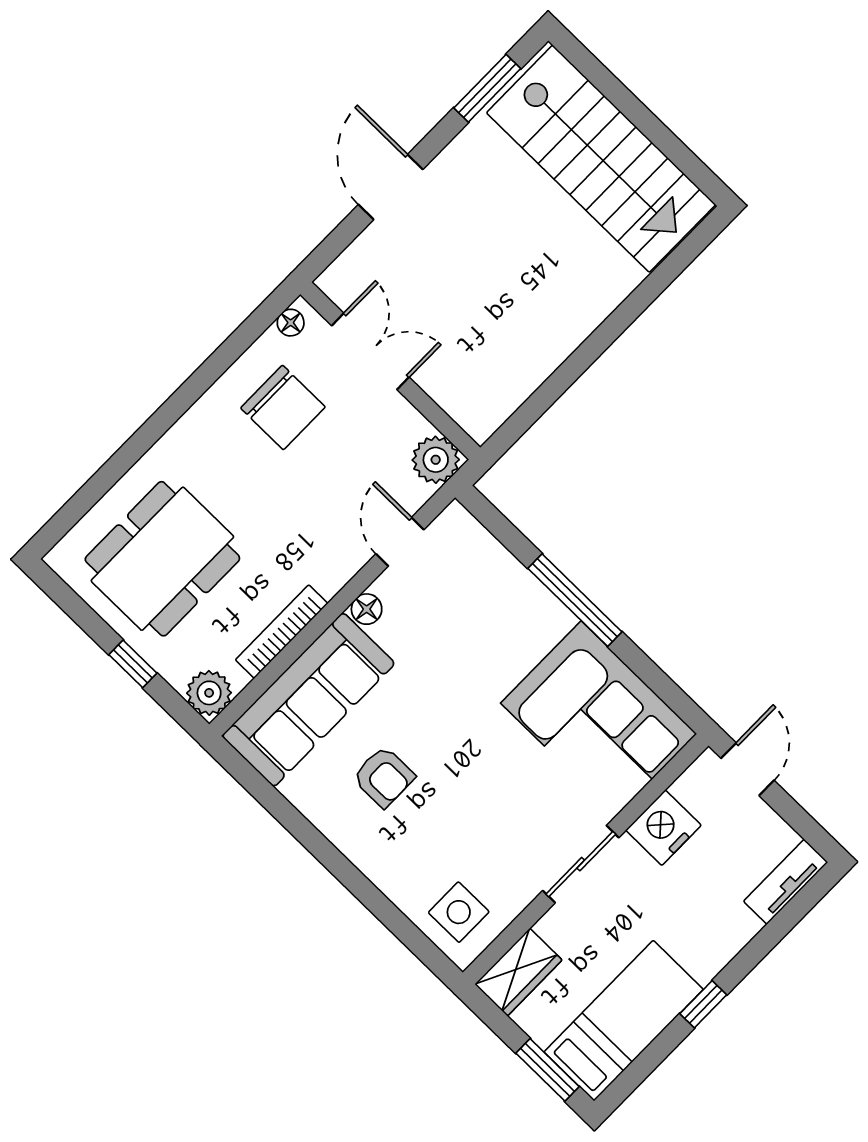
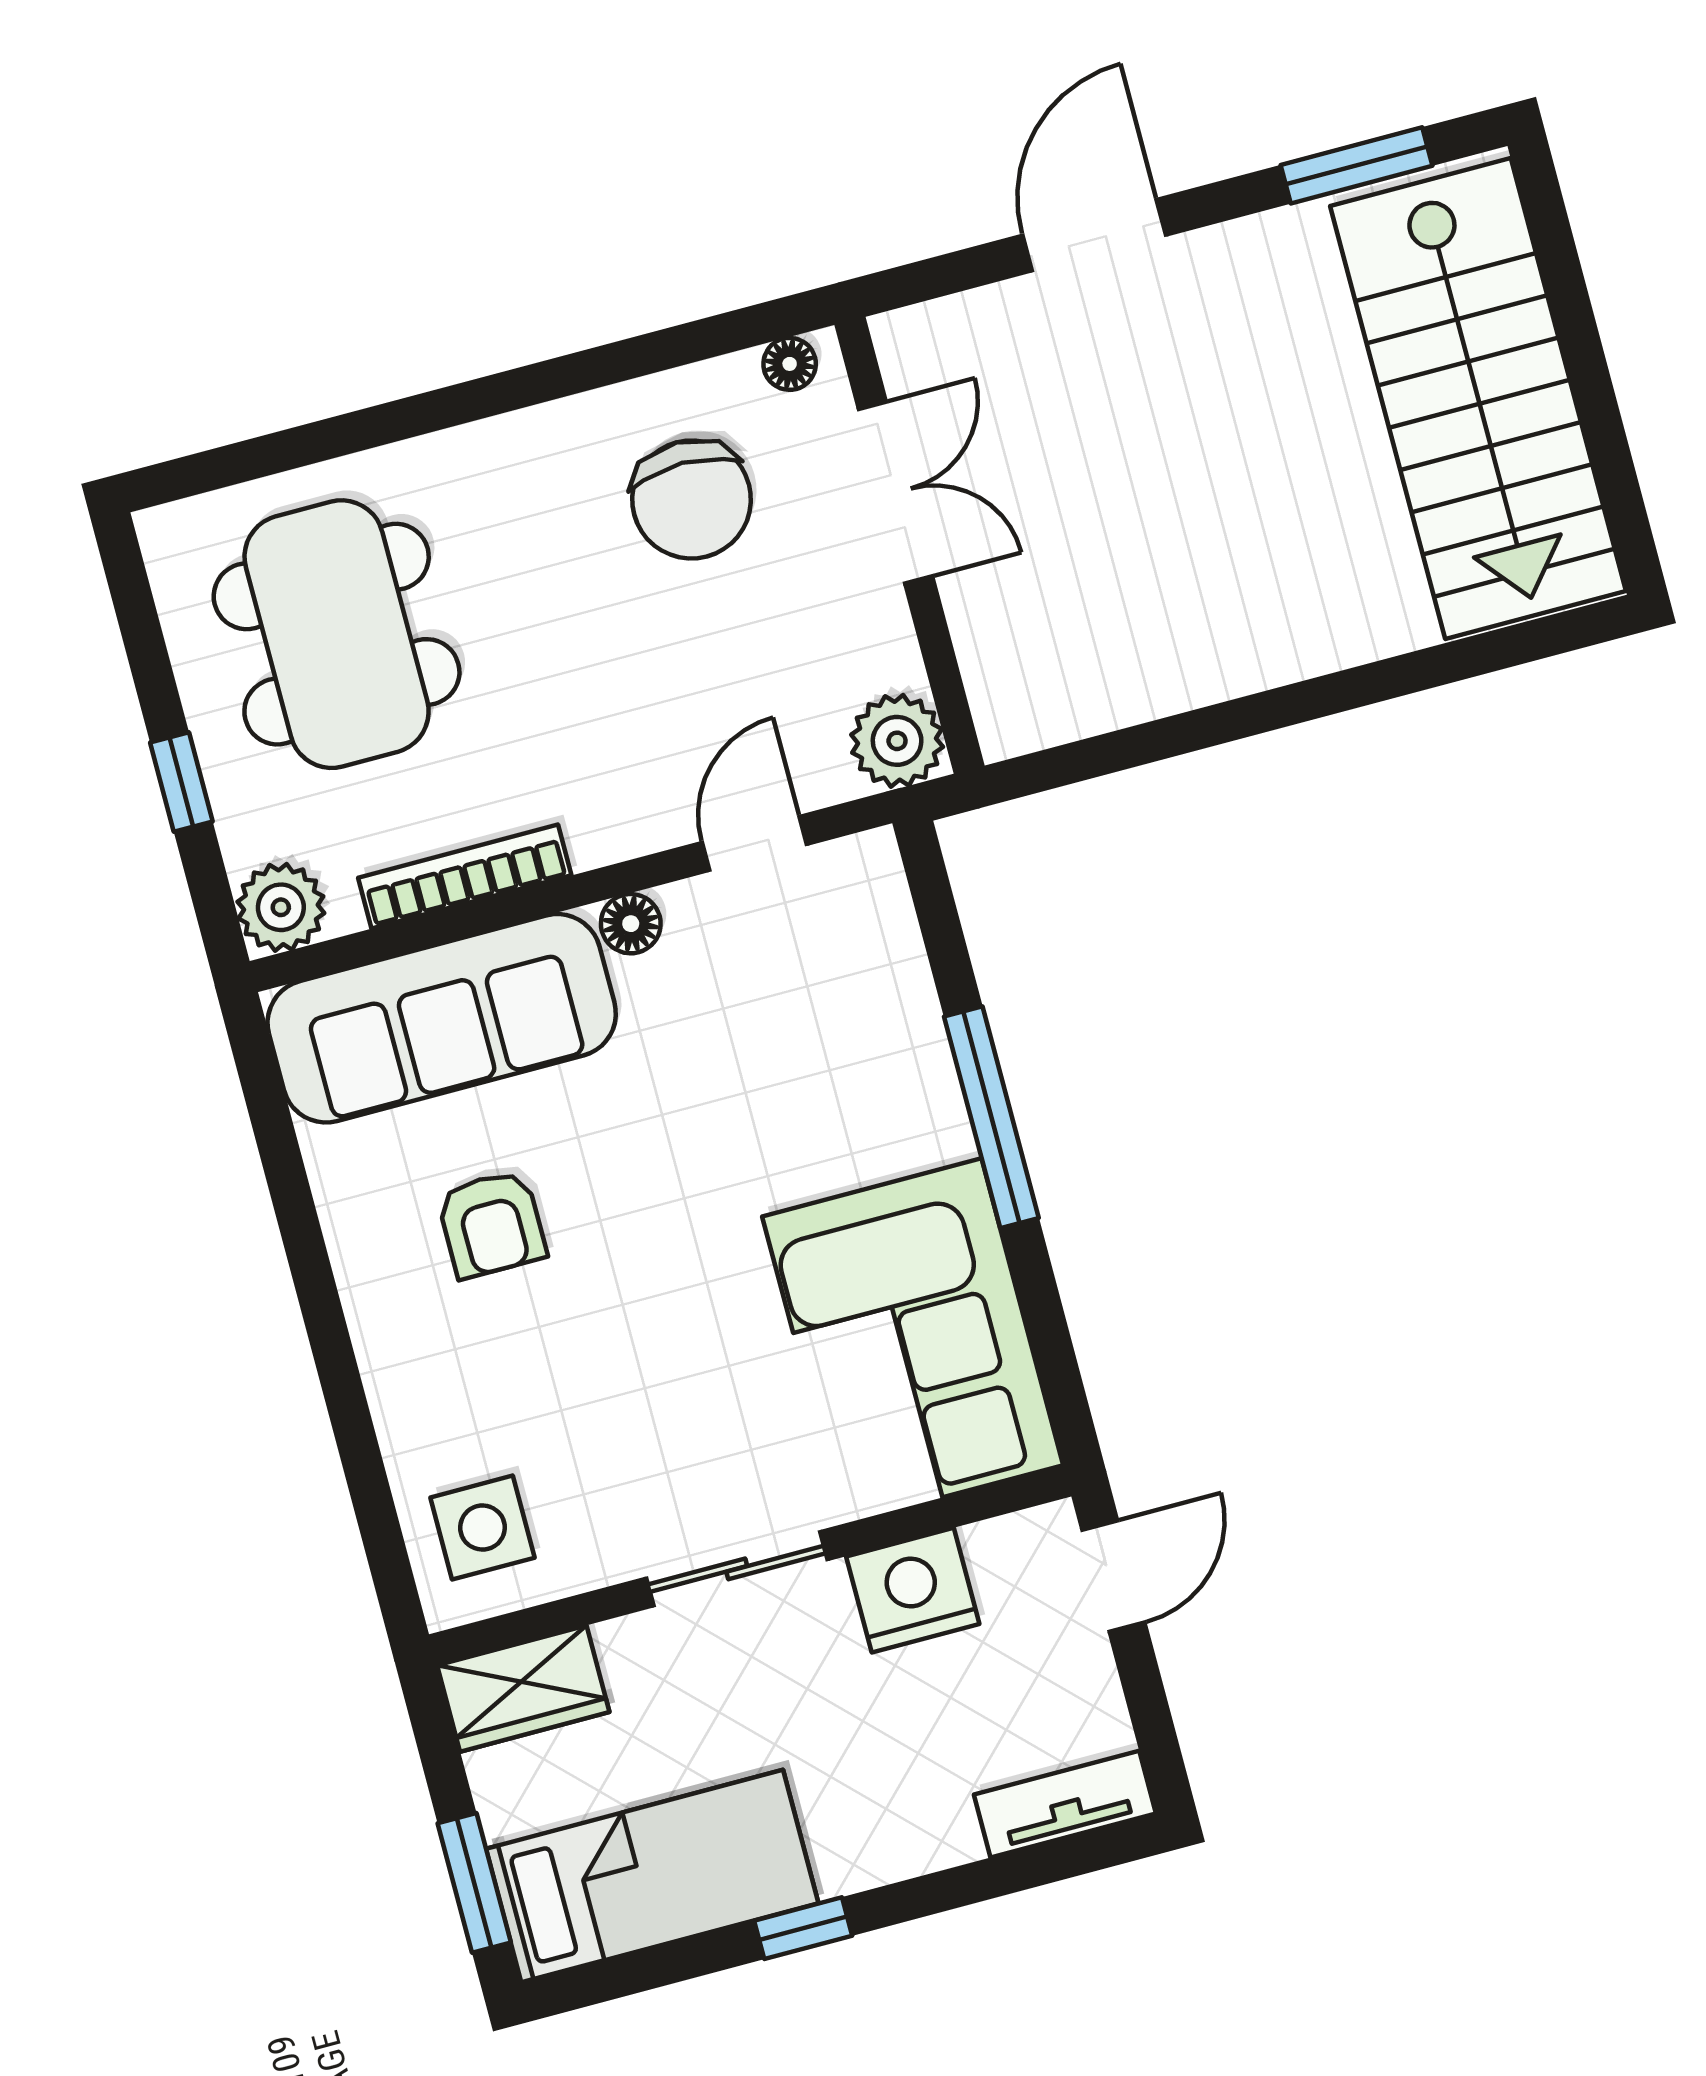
dining table: (162, 559) -> (337, 634), turned 90

